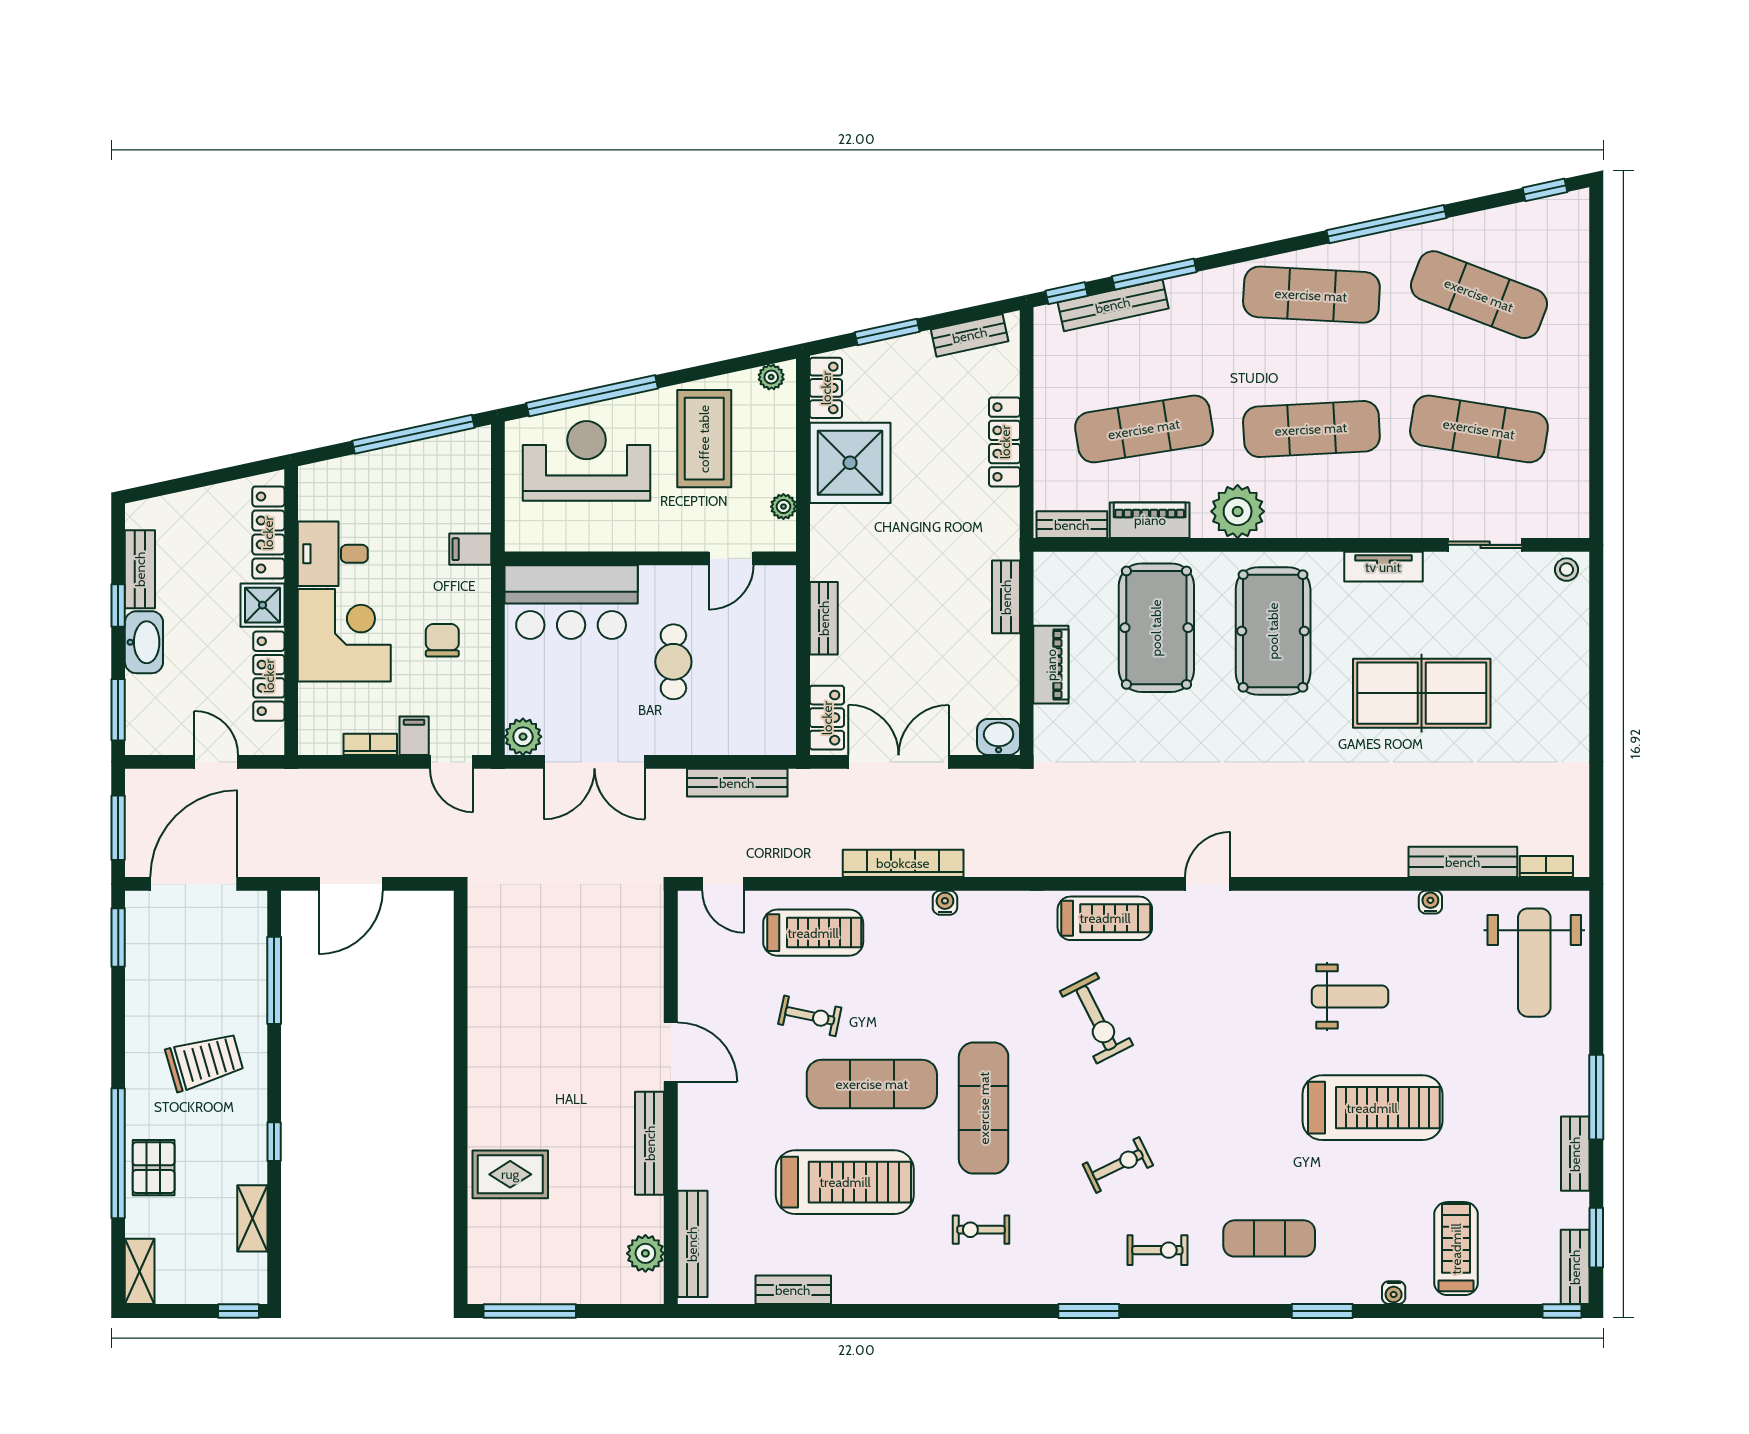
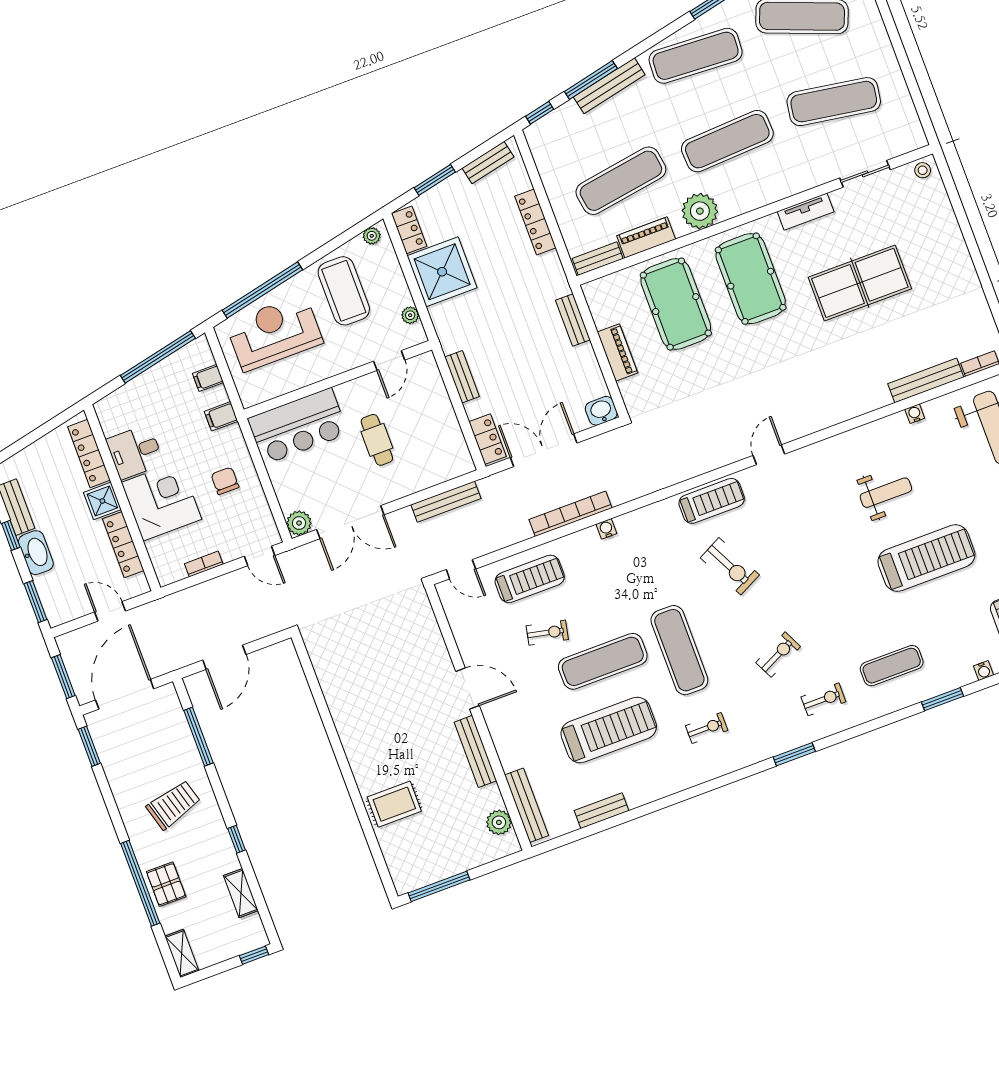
bench: (1113, 305) -> (609, 86), moved
filing cabinet: (414, 736) -> (208, 378), moved, turned -90
exercise bike: (981, 1230) -> (707, 728), turned 180

